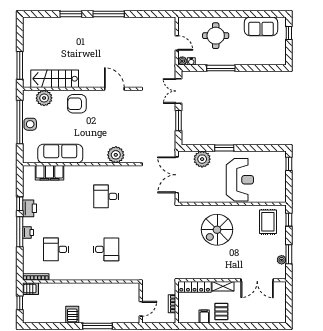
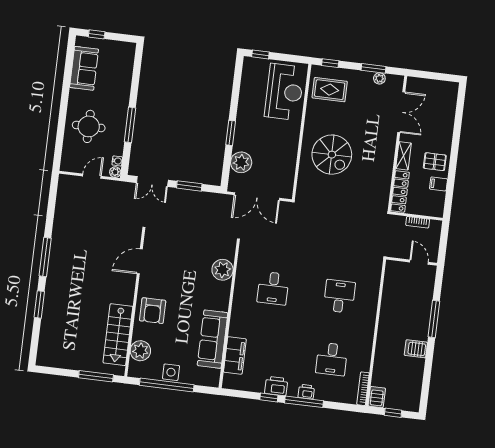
reception desk: (240, 180) -> (284, 92), moved, turned 90

